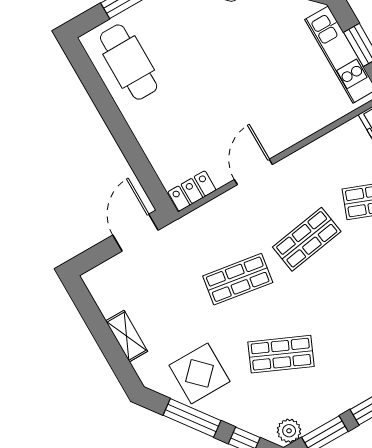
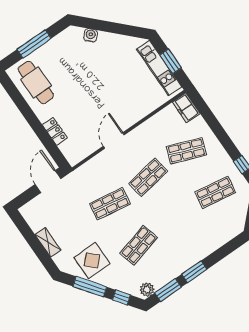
locker: (192, 191) -> (55, 131), moved, turned 90
shop shelf: (281, 354) -> (139, 245), turned -39

